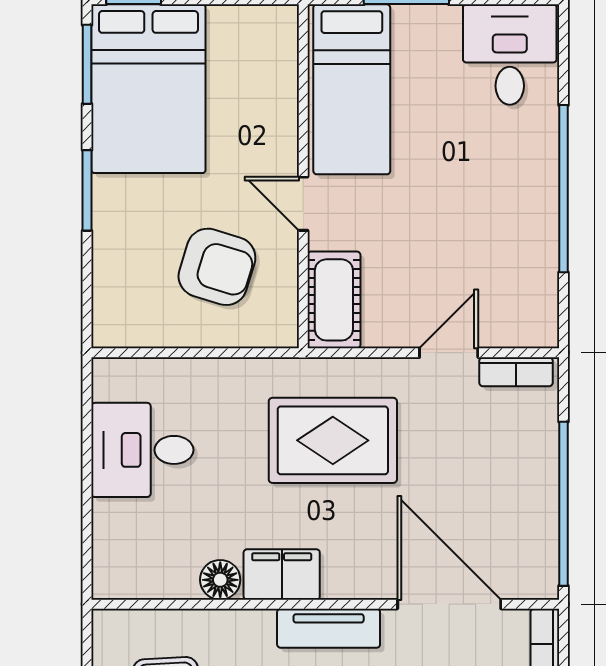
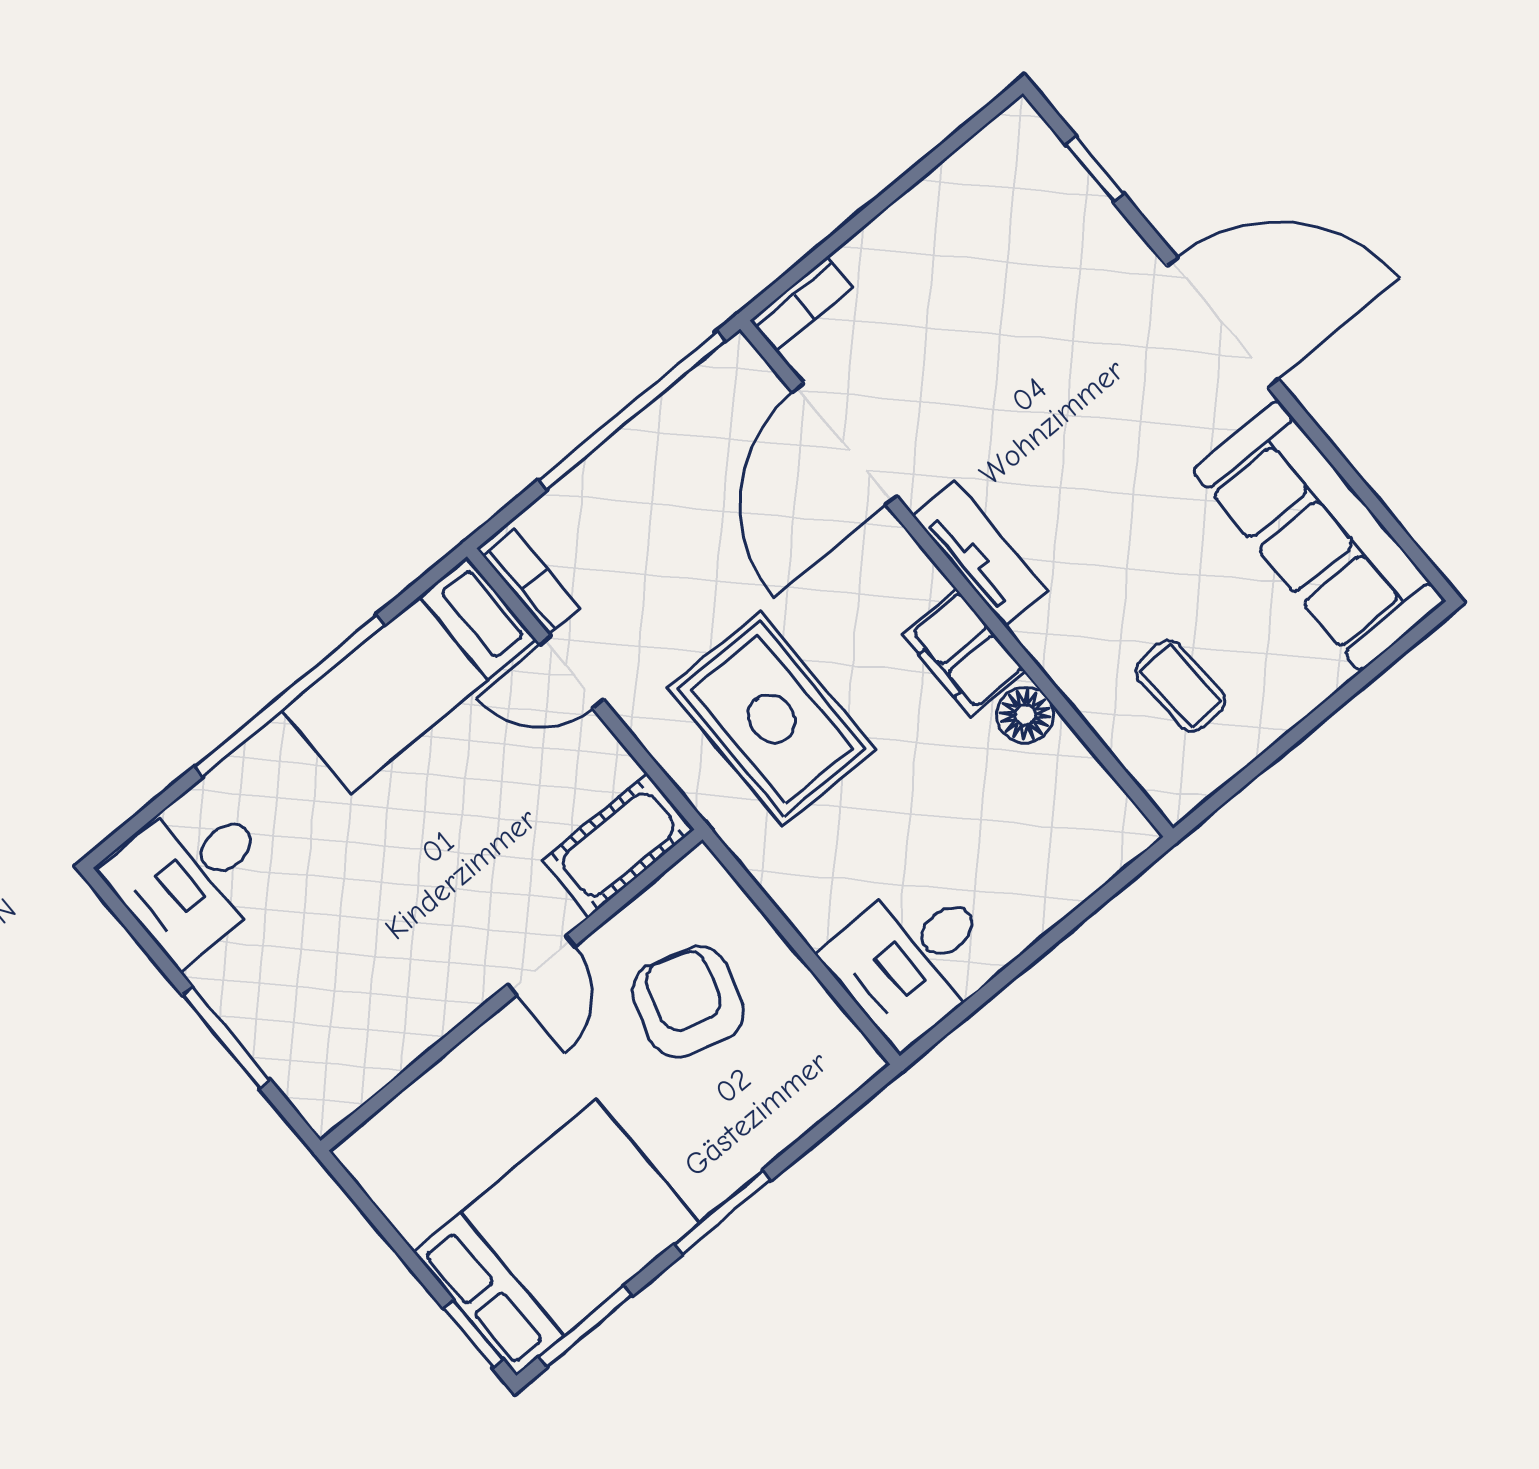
bed: (352, 89) -> (409, 675), moved, turned 180
desk: (142, 450) -> (912, 959), moved, turned 90

